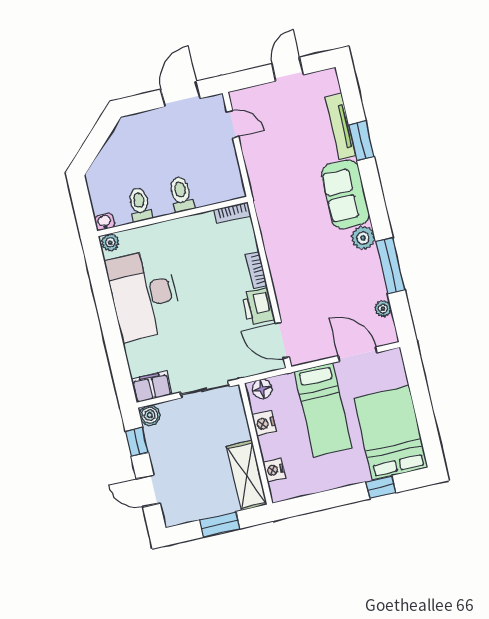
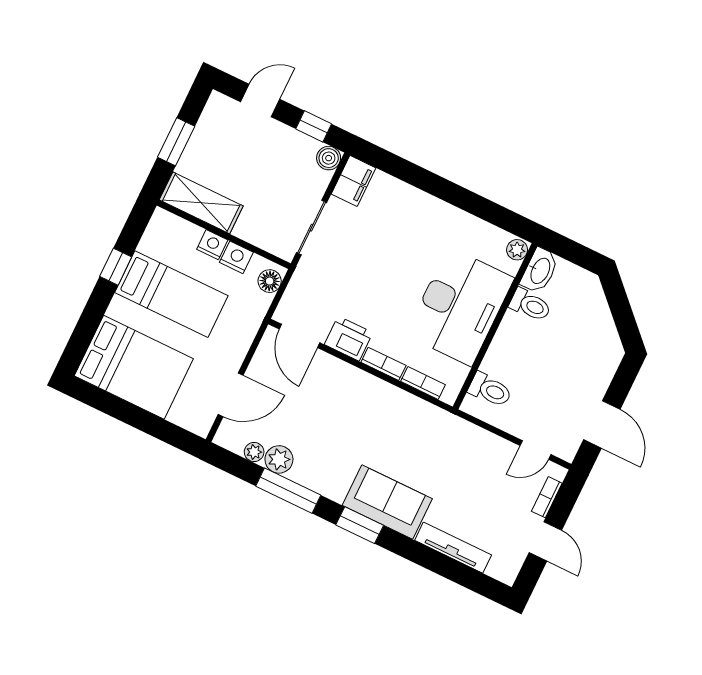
bookcase: (258, 92) -> (547, 497), added
window: (361, 141) -> (360, 525), moved
toilet: (181, 194) -> (490, 390), moved
bookcase: (232, 213) -> (423, 383), moved, turned 90
washbasin: (104, 222) -> (540, 271), width x1.91, depth x1.45
plant: (363, 238) -> (279, 459), moved
desk: (144, 295) -> (460, 306), moved, turned 90
door: (282, 340) -> (299, 336), swing flipped
bed: (323, 410) -> (171, 294), moved, turned 180
nightstand: (274, 470) -> (212, 245), moved
window: (381, 487) -> (116, 267), moved

